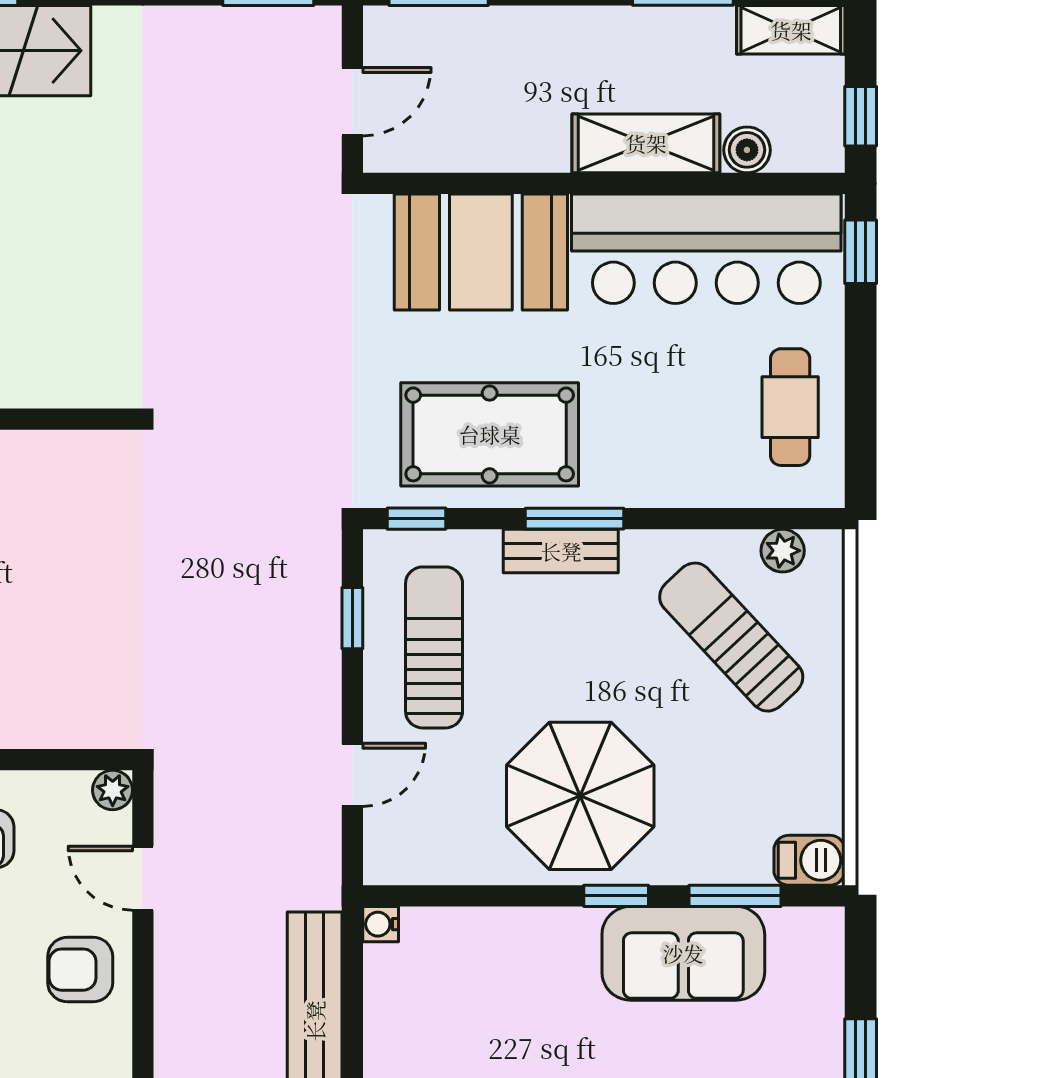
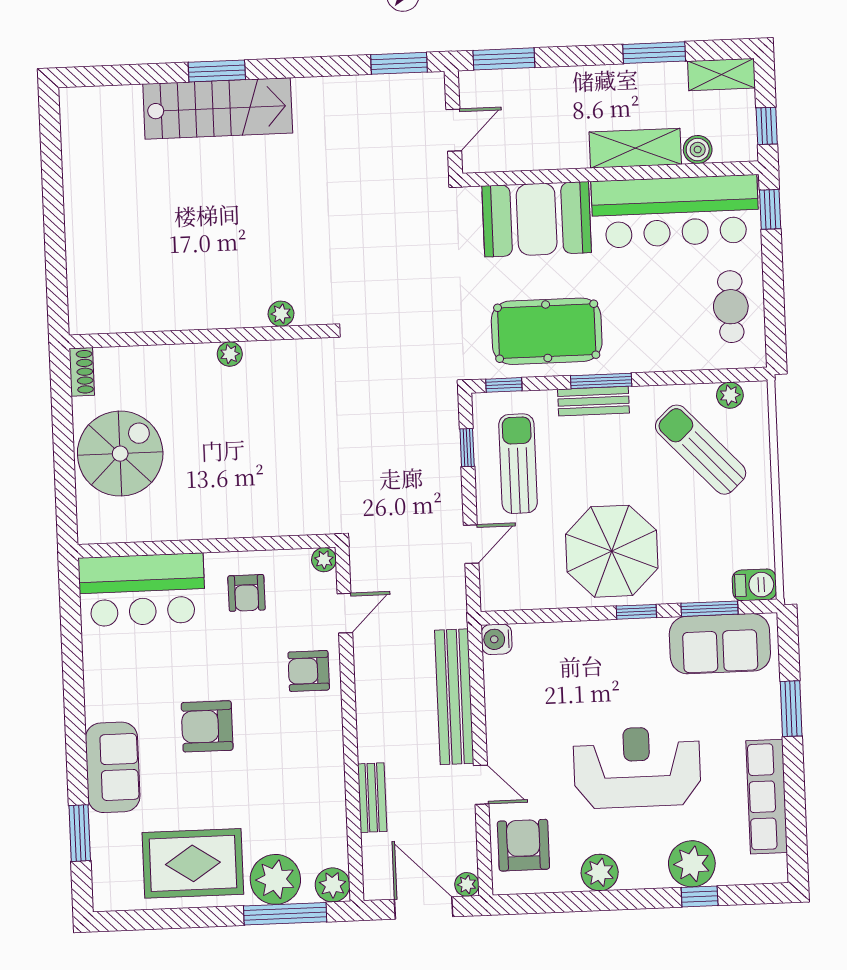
plant: (60, 388) -> (281, 314), added
door: (143, 878) -> (345, 613), swing flipped
water cooler: (381, 924) -> (497, 639), width x1.38, depth x1.38
sofa: (683, 953) -> (720, 644), moved

